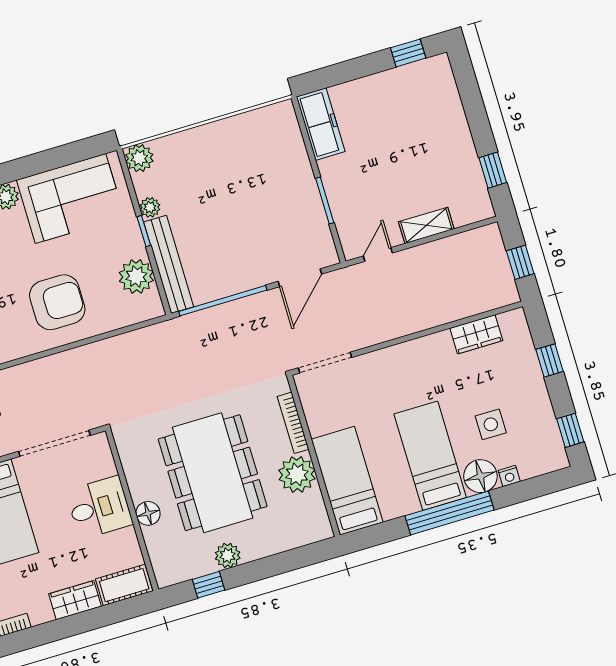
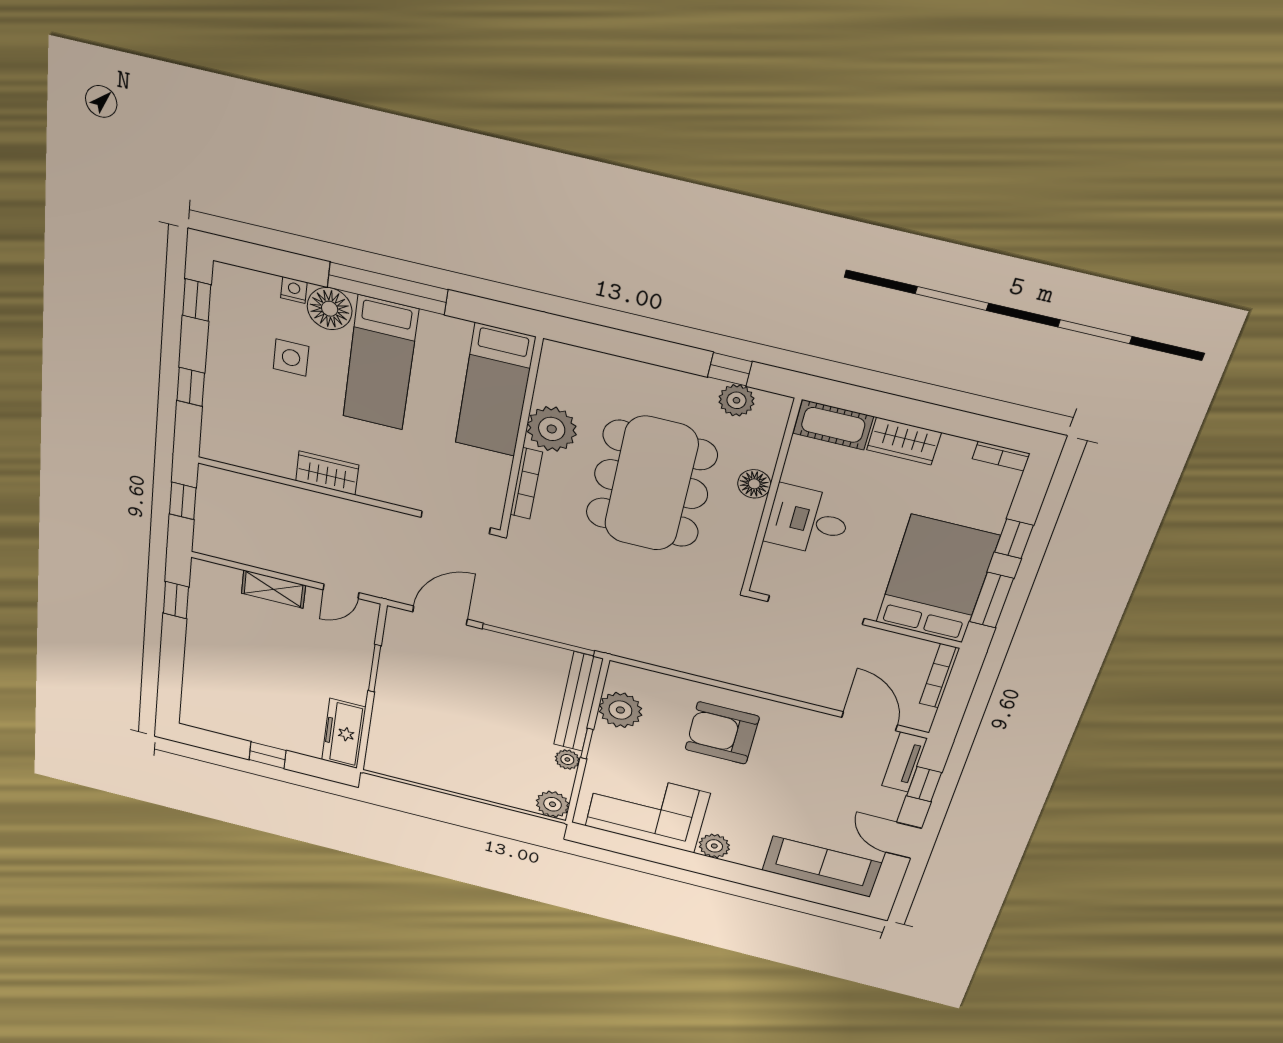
window: (408, 53) -> (268, 755), moved
wardrobe: (476, 334) -> (327, 473), moved
plant: (228, 555) -> (736, 400), moved

